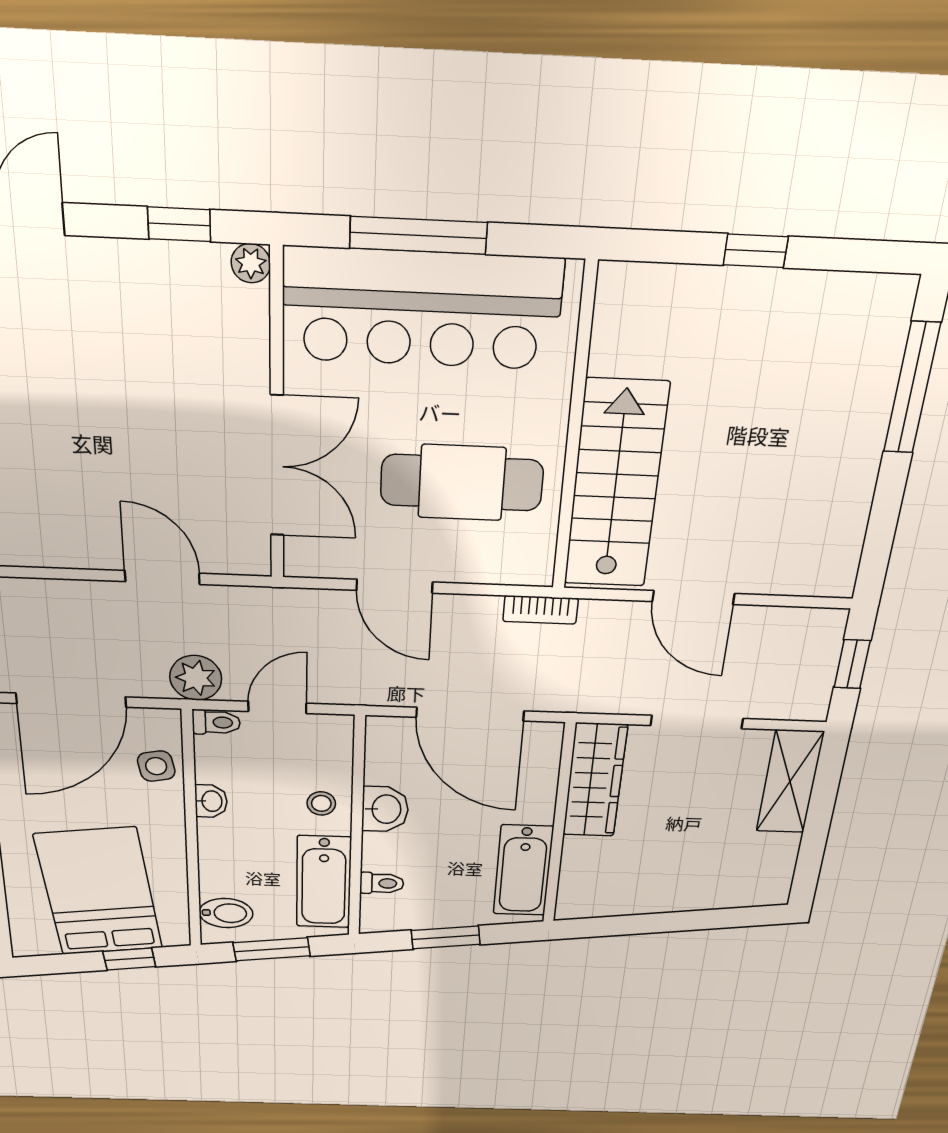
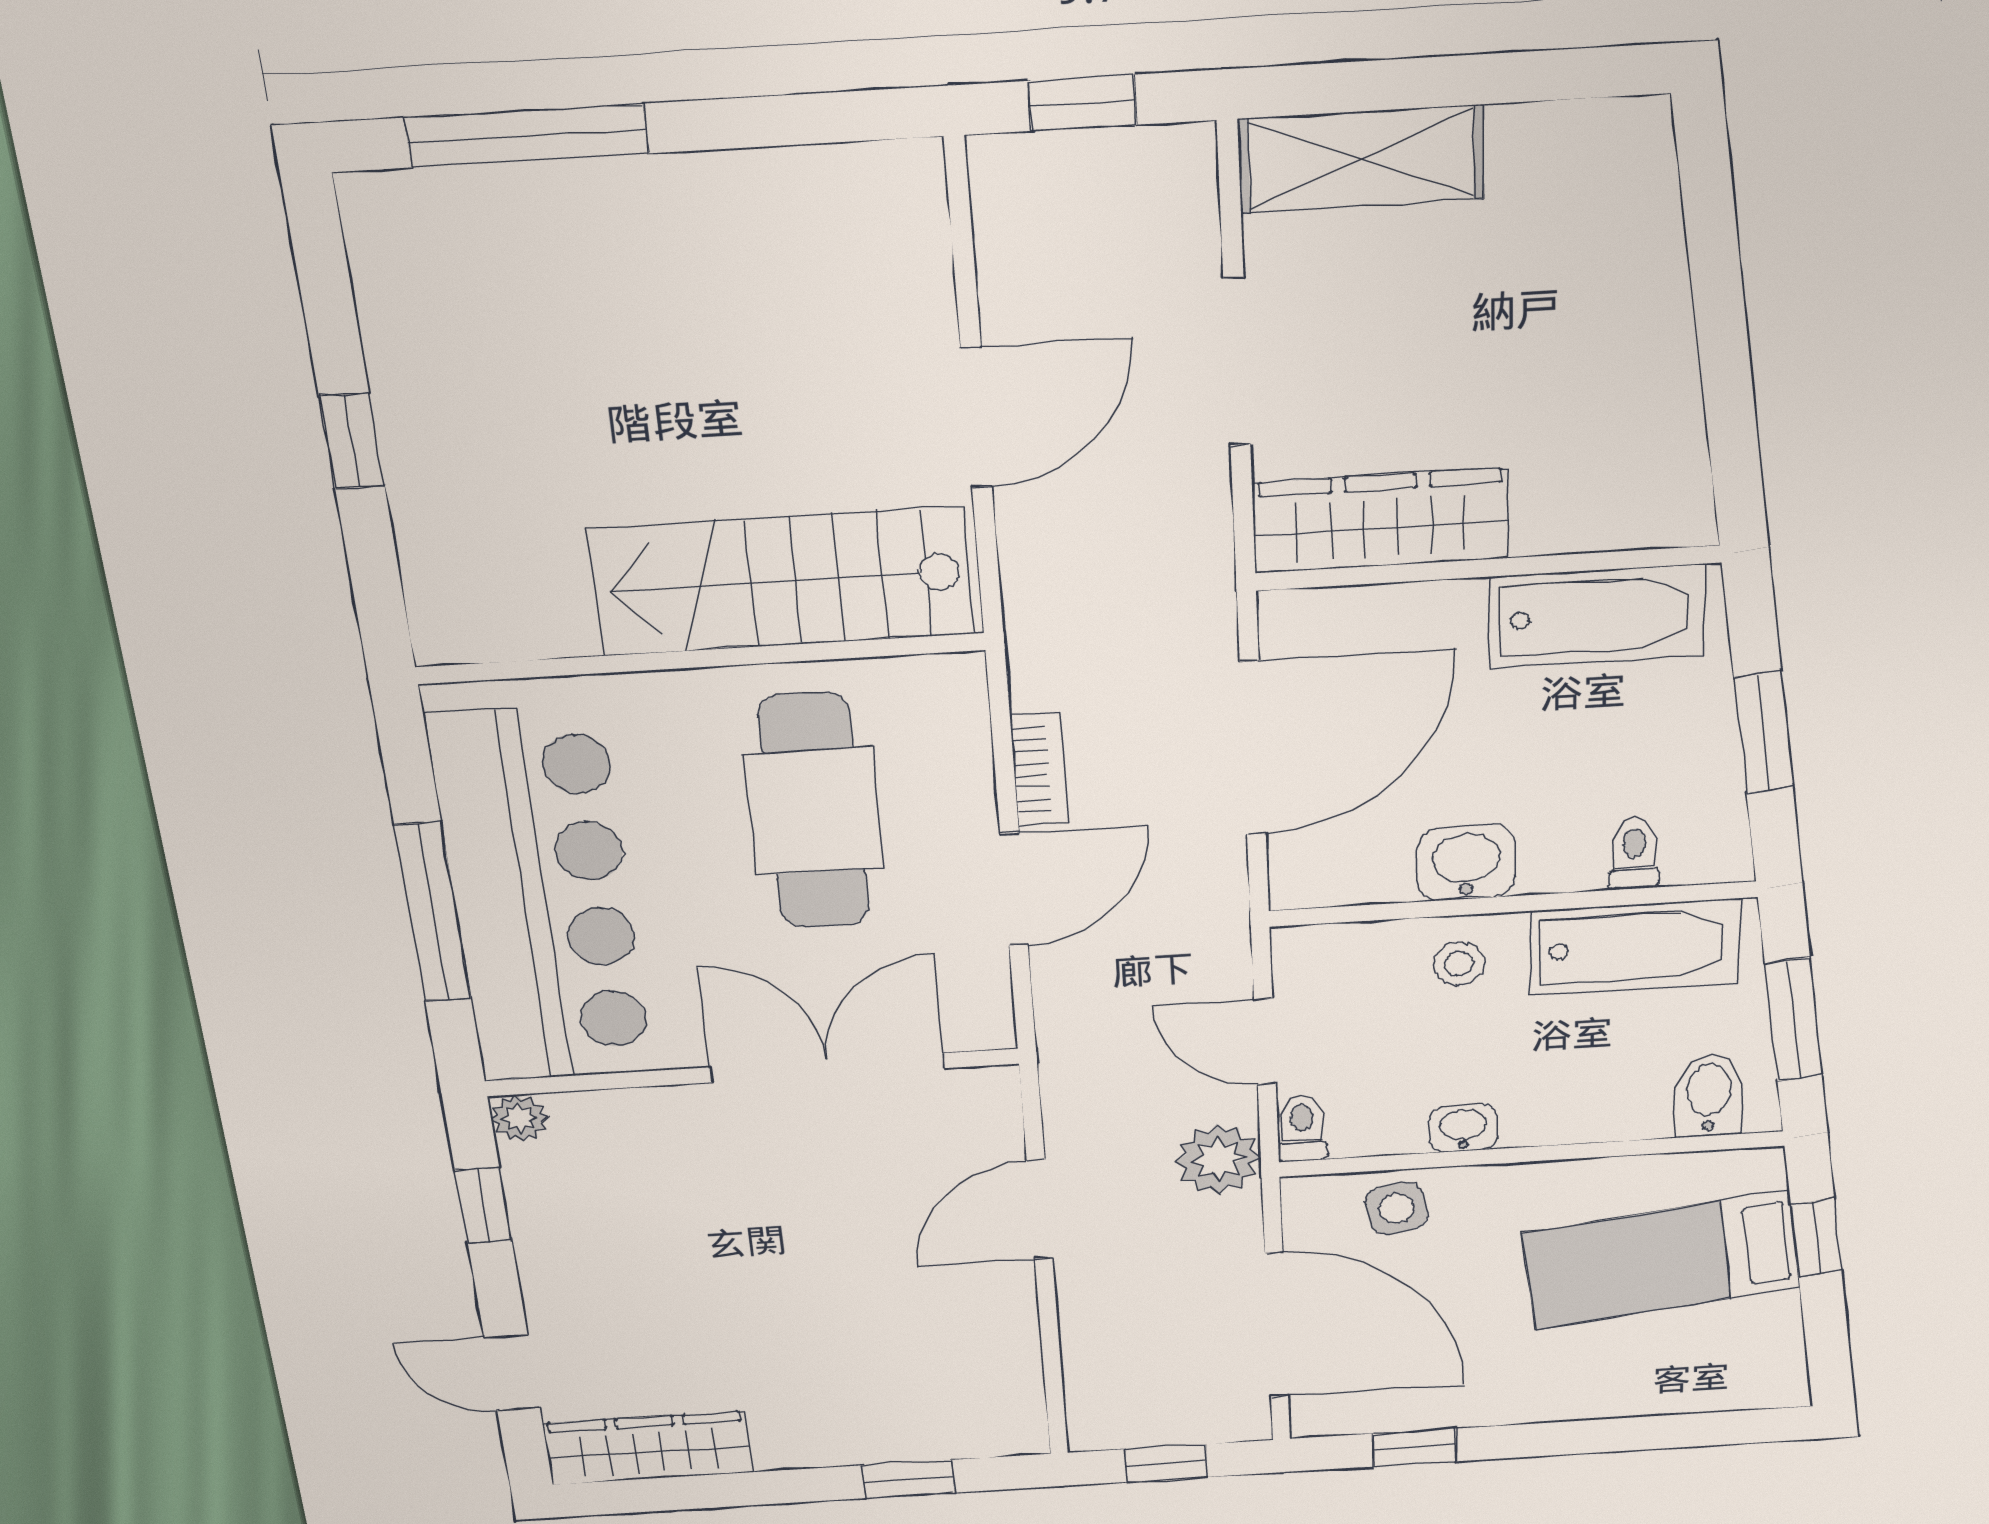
bookcase: (540, 610) -> (1039, 769), moved
bed: (99, 892) -> (1661, 1260), width x0.67

